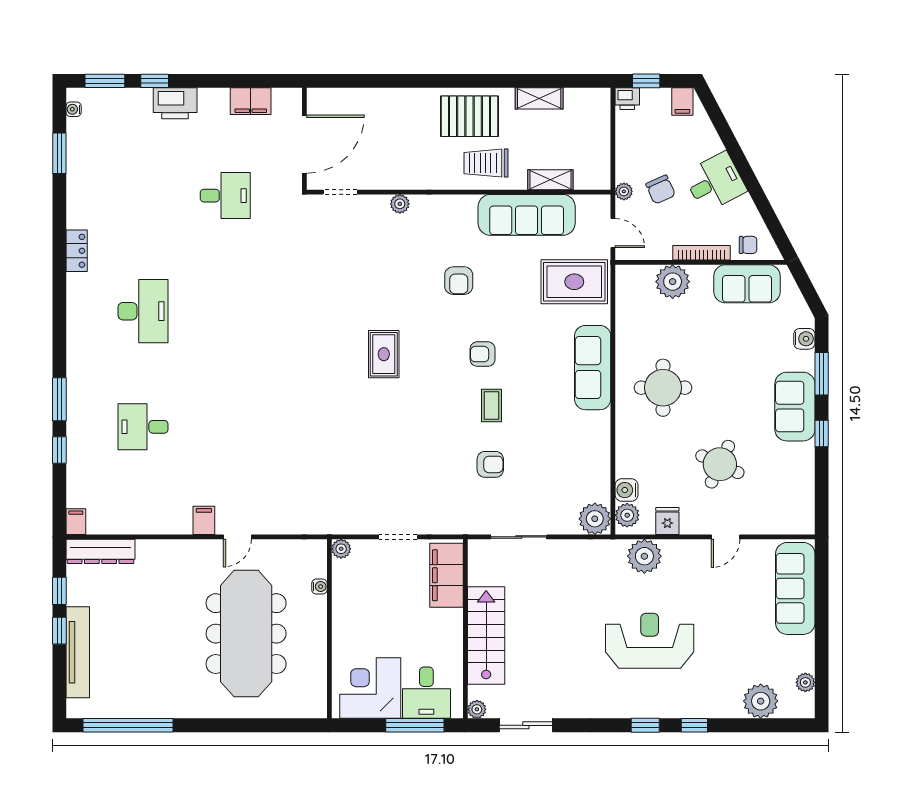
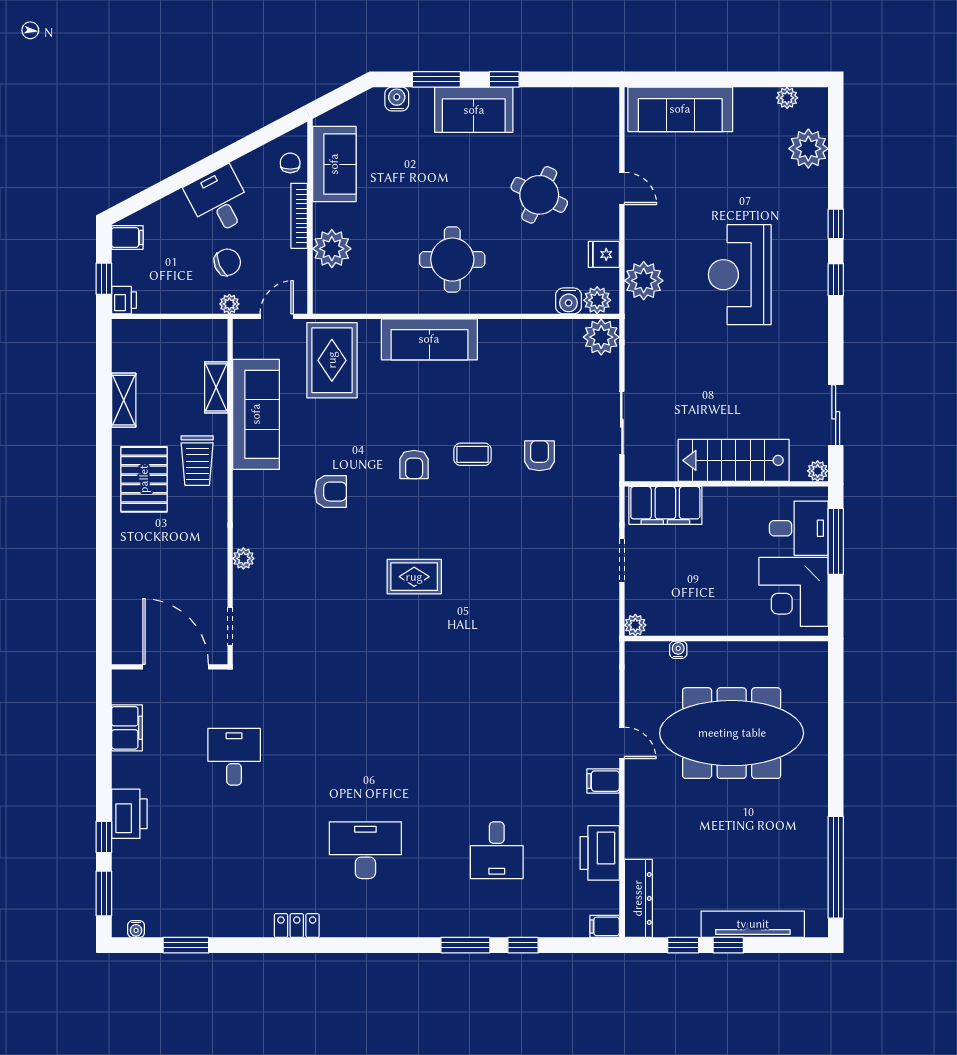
printer: (141, 517) -> (600, 853), added

